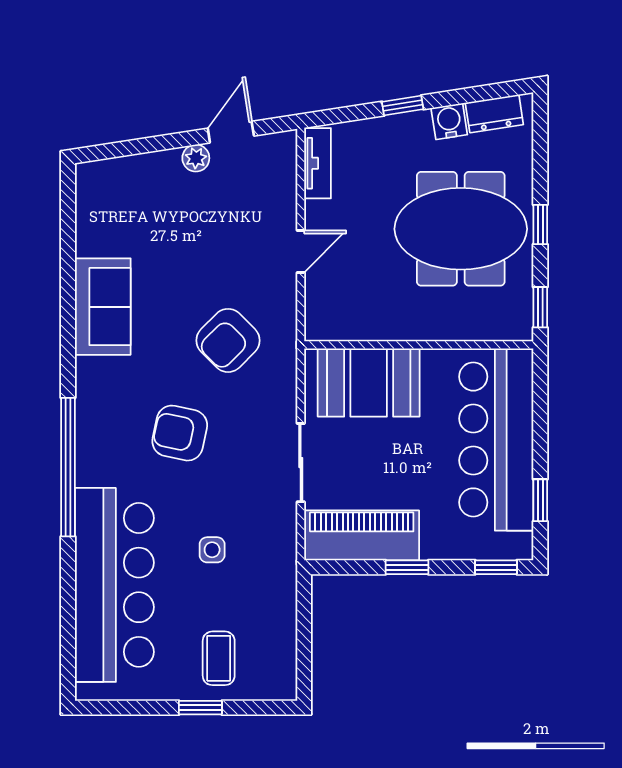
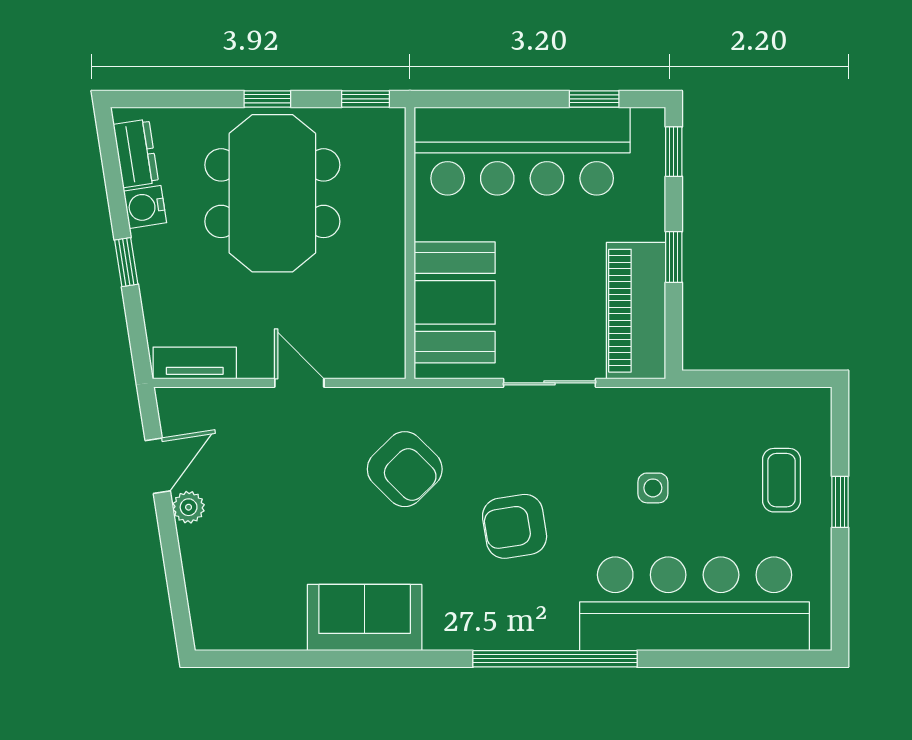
door: (231, 132) -> (158, 466), swing flipped
armchair: (180, 433) -> (515, 526), turned 69
coffee table: (219, 658) -> (781, 480), turned 90

